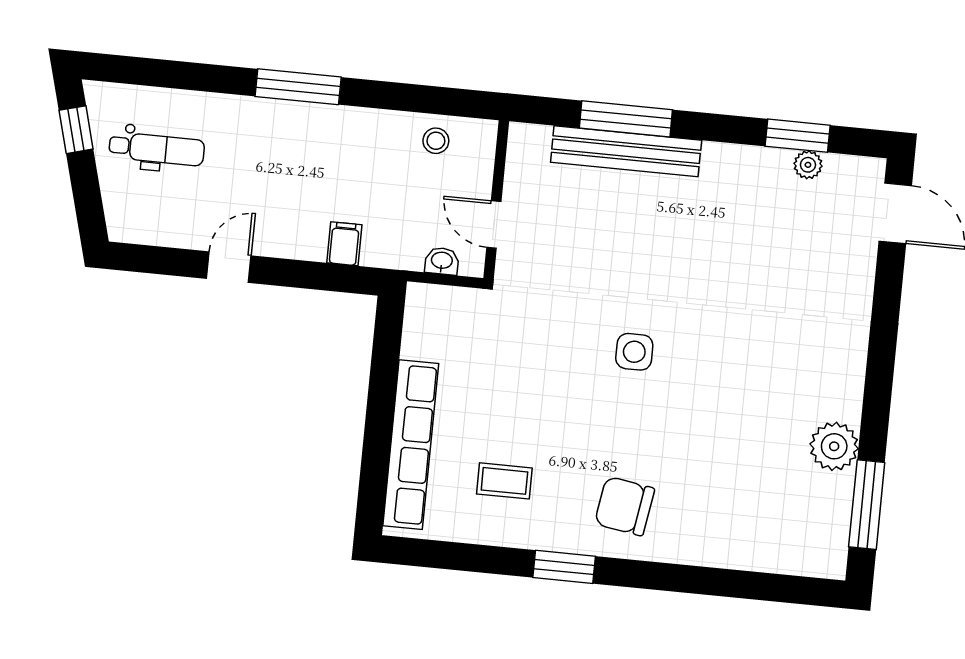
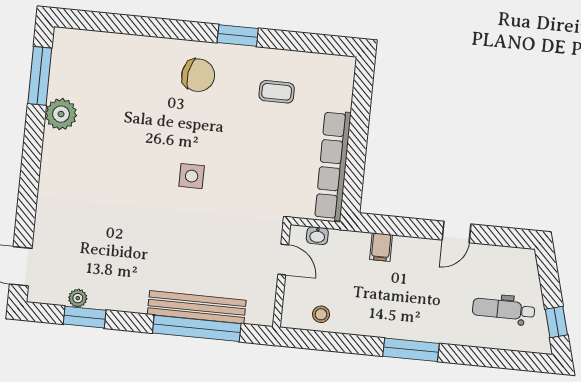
window: (626, 119) -> (197, 328), width x1.46
row of seats: (411, 445) -> (333, 165), moved

